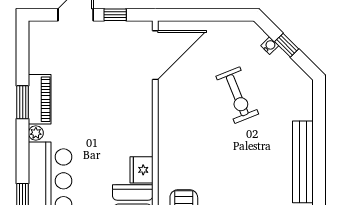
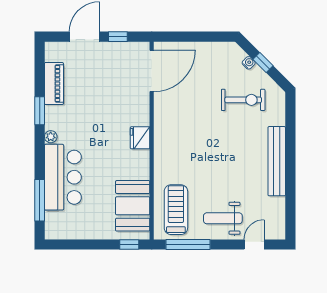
exercise bike: (237, 95) -> (243, 100), moved, turned -68
piano: (40, 99) -> (54, 84), moved
fridge: (141, 170) -> (140, 138), moved

